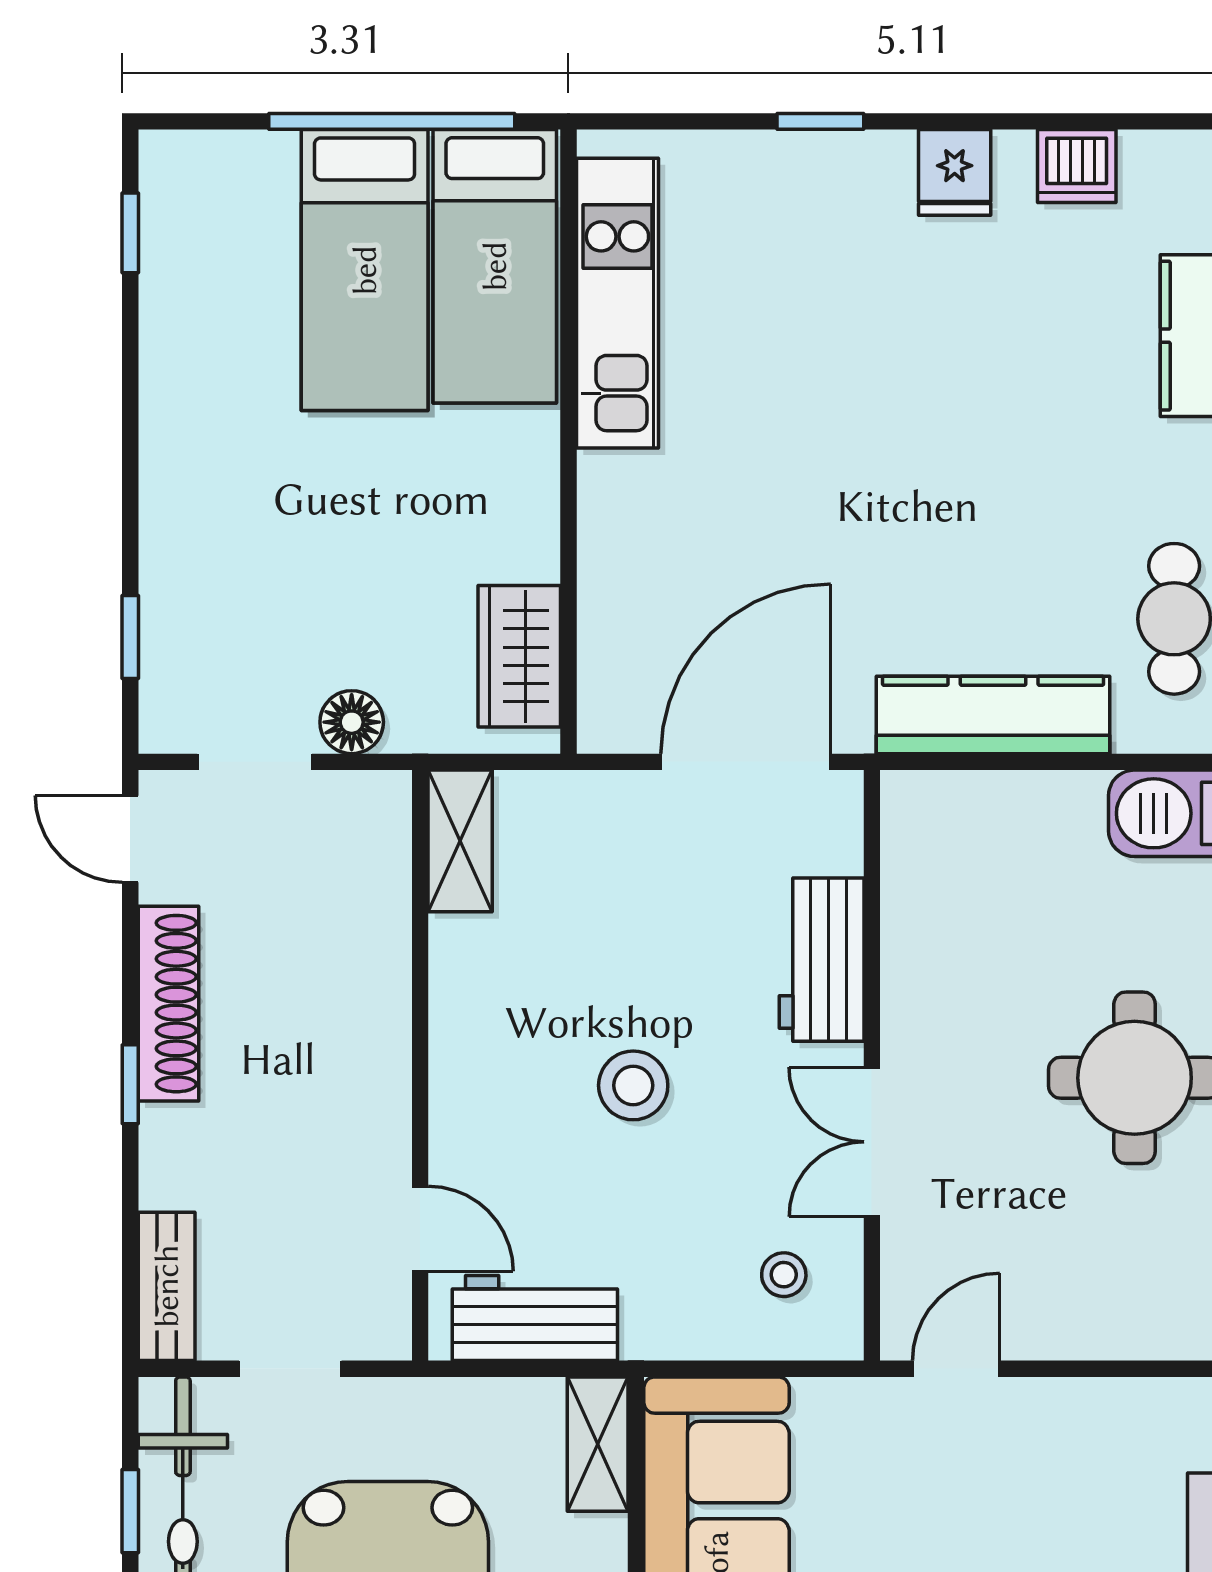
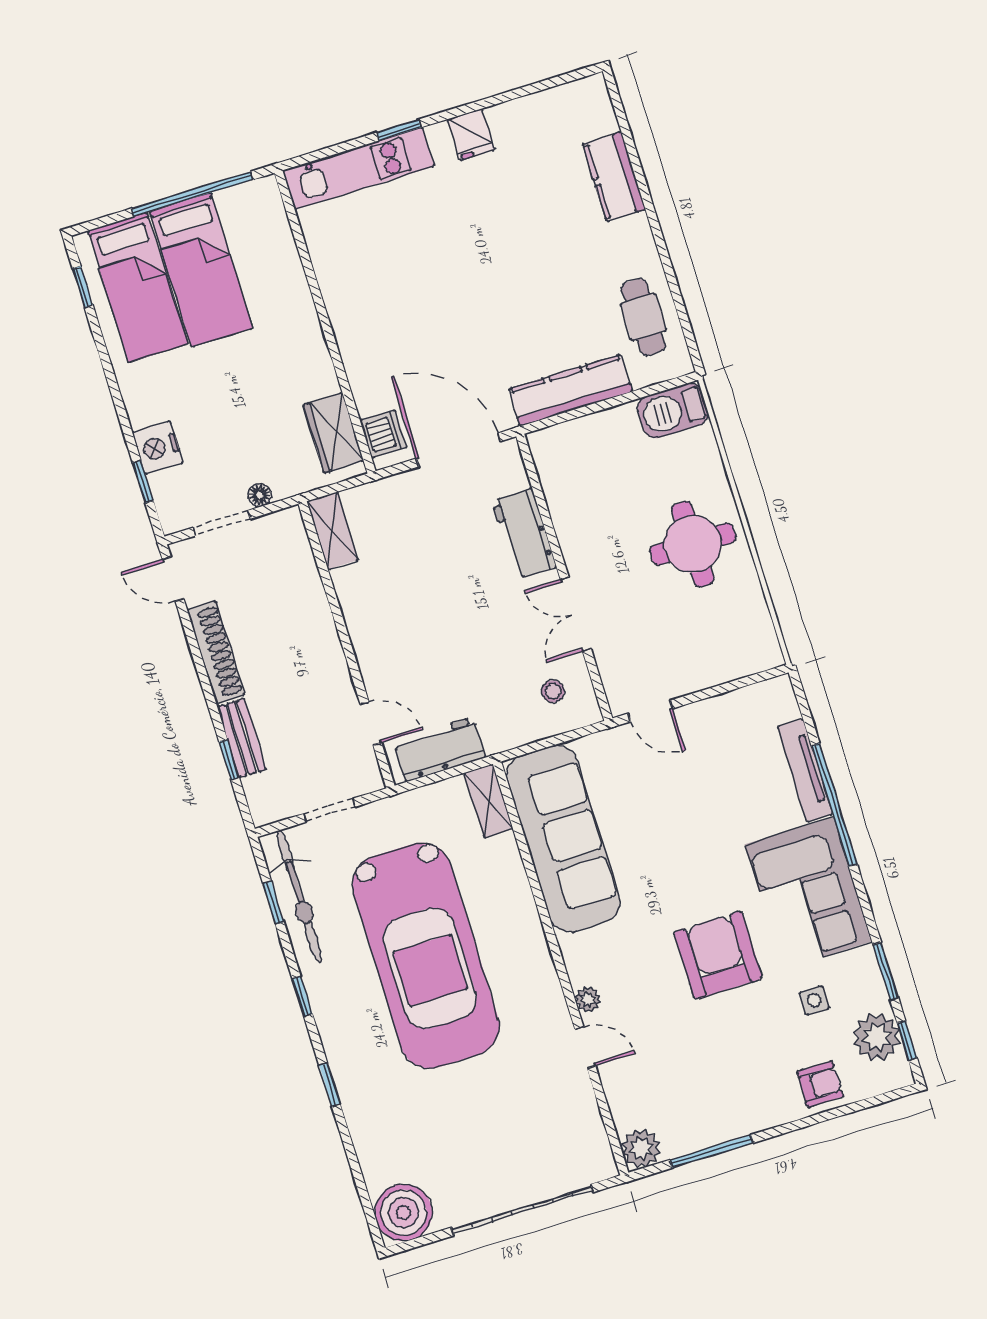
dishwasher: (1077, 166) -> (383, 434), moved, turned -90
bed: (495, 266) -> (138, 287), moved
kitchen unit: (617, 303) -> (358, 168), moved, turned 90
nightstand: (178, 582) -> (158, 448), added
floor lamp: (352, 722) -> (260, 495), width x0.73, depth x0.73
door: (746, 762) -> (458, 450), hinge flipped
window: (130, 1084) -> (229, 760), moved
stool: (633, 1085) -> (452, 623), removed
bench: (167, 1286) -> (242, 738), moved
door: (956, 1369) -> (650, 711), swing flipped

